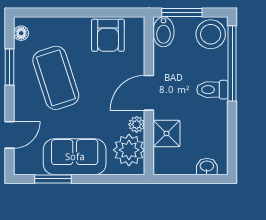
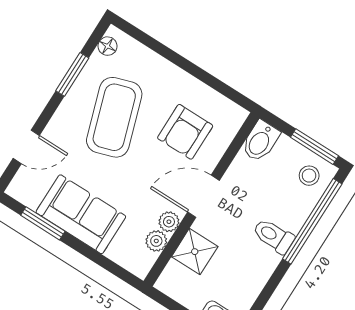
window: (182, 13) -> (314, 147), moved
stool: (211, 34) -> (309, 176), width x0.53, depth x0.53
armchair: (108, 35) -> (185, 132), moved
plant: (129, 150) -> (156, 241), width x0.53, depth x0.53

